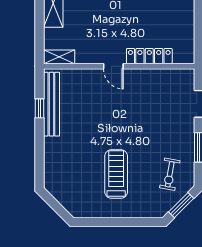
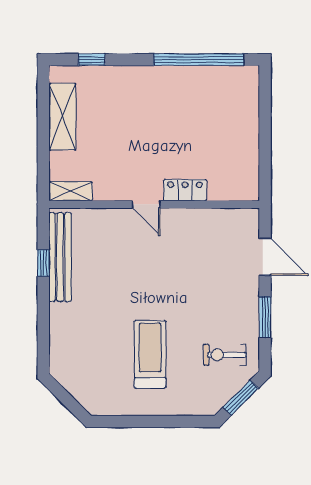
locker: (149, 56) -> (185, 190), width x0.66
exercise bike: (170, 174) -> (225, 355), turned 80

